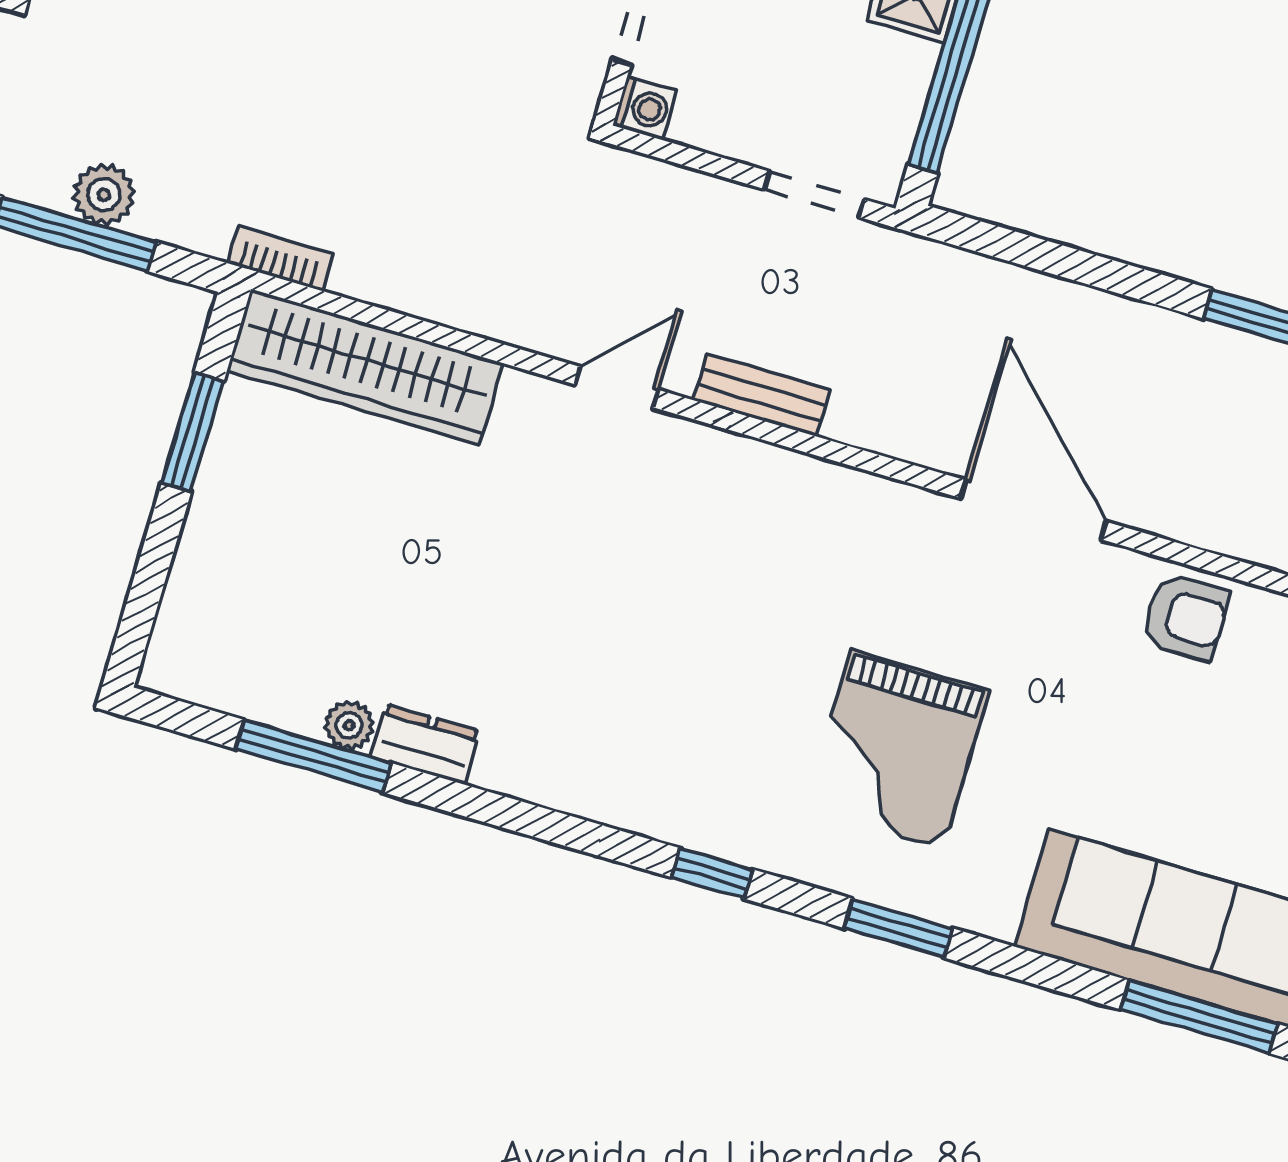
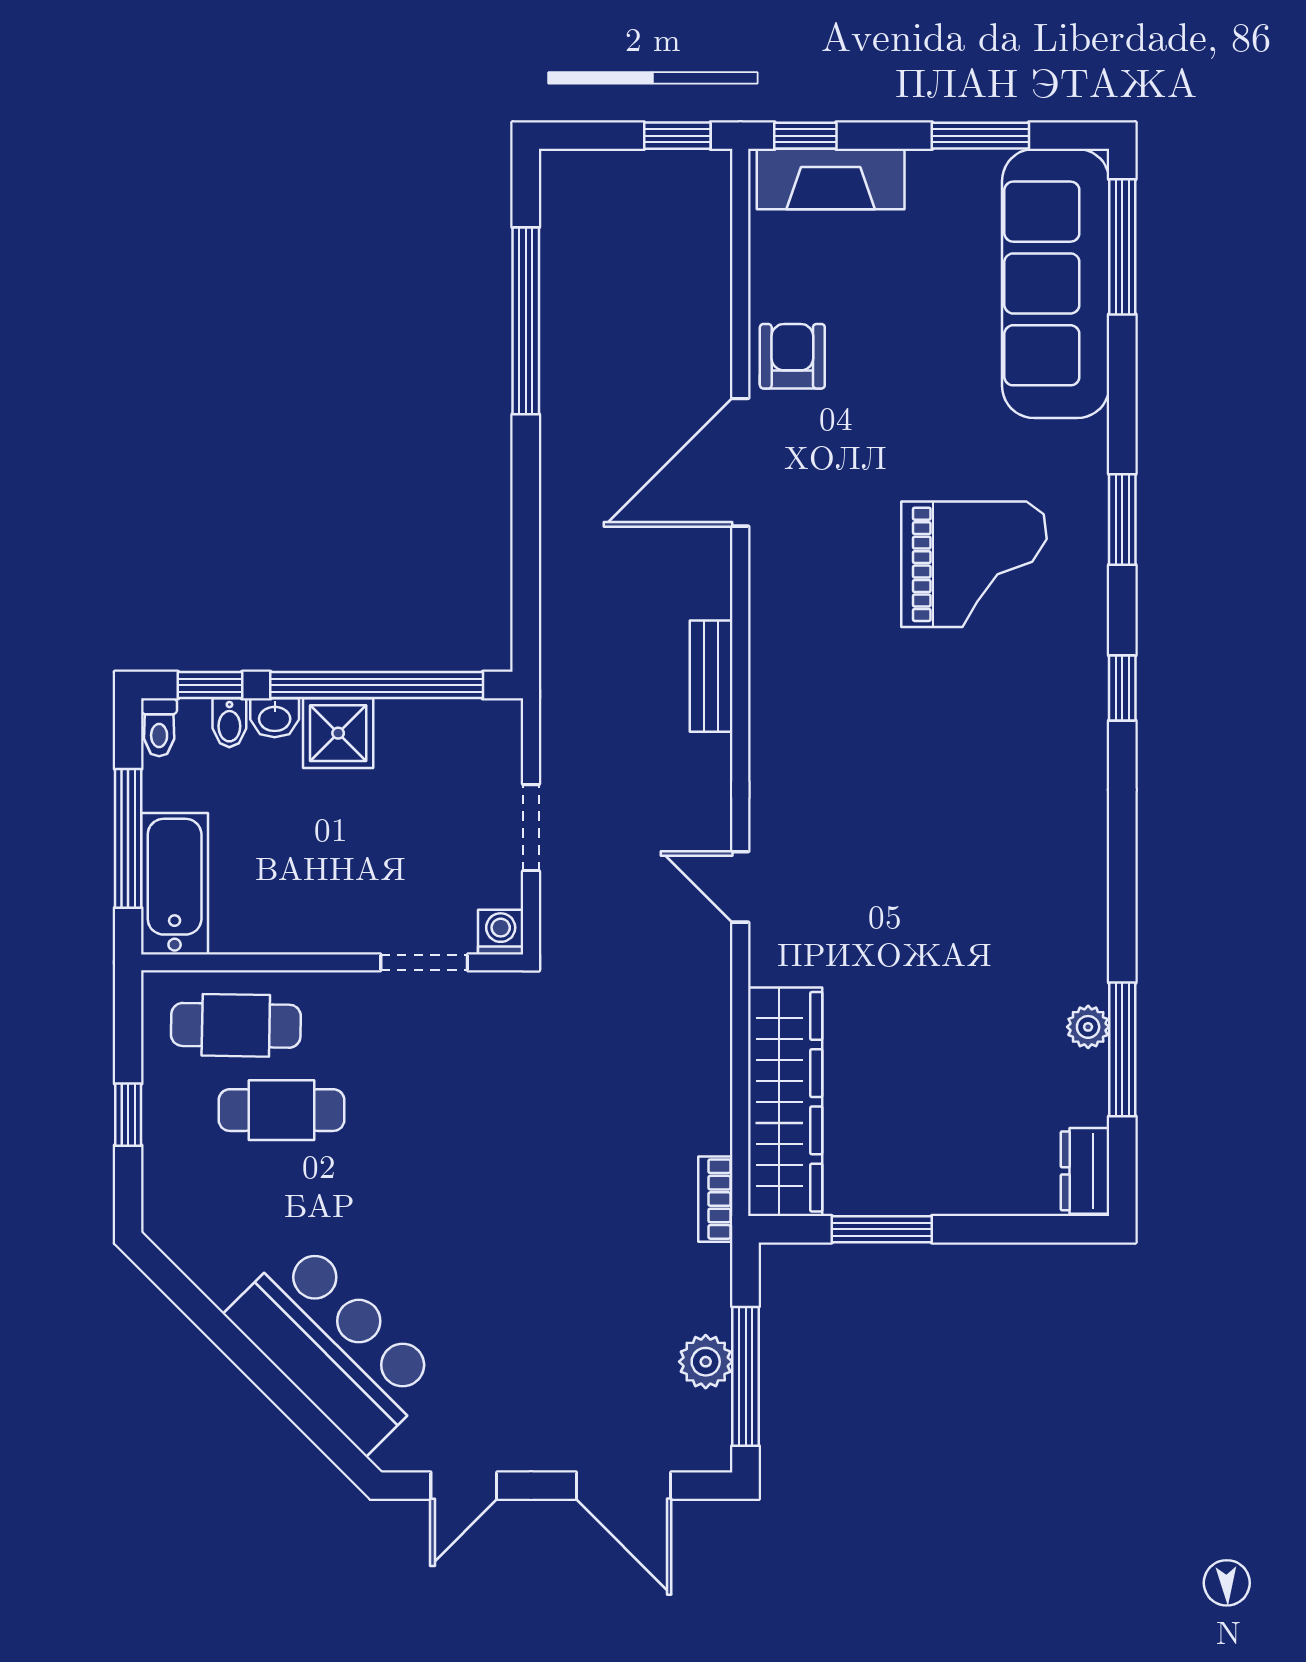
doorway: (814, 194) -> (531, 828), moved
bench: (762, 395) -> (711, 676), moved
door: (1033, 510) -> (740, 462), moved
dresser: (426, 744) -> (1085, 1171), moved

